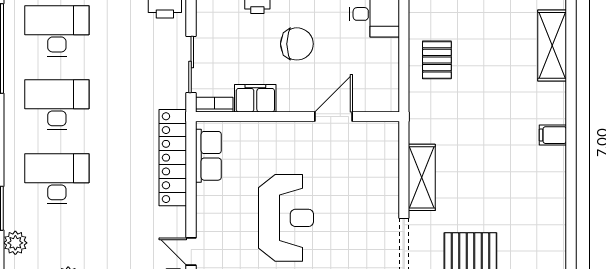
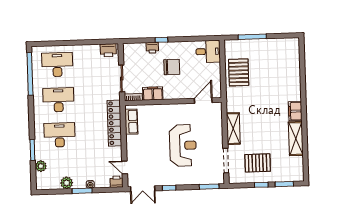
shelving: (552, 45) -> (296, 139), moved
pallet: (437, 60) -> (239, 72), width x1.50, depth x1.42
door: (334, 117) -> (203, 101), moved
filing cabinet: (553, 135) -> (295, 111), width x2.00
reception desk: (286, 218) -> (183, 145), moved

